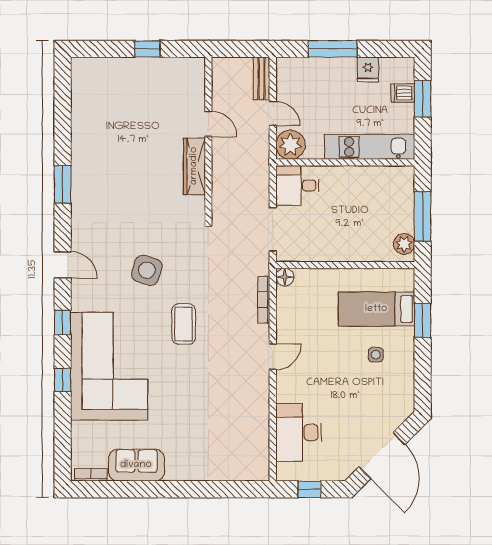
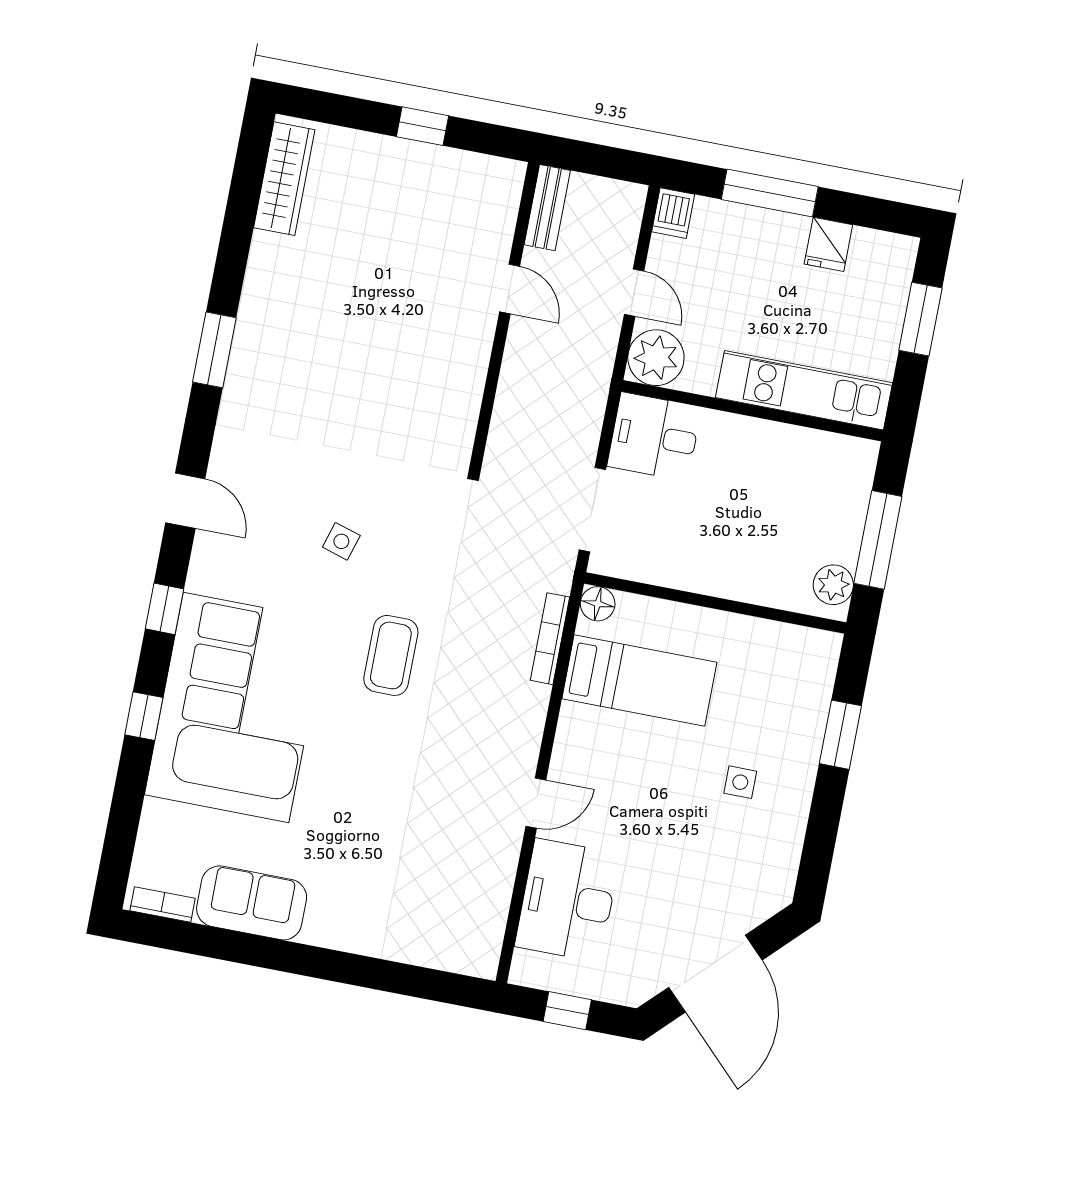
bench: (262, 78) -> (547, 208), moved
dishwasher: (403, 93) -> (673, 213), moved, turned -90
wardrobe: (194, 166) -> (284, 179), moved, turned 180
side table: (147, 270) -> (341, 541), width x0.54, depth x0.54
bed: (376, 309) -> (639, 680), moved, turned 180
door: (273, 357) -> (536, 803), moved

